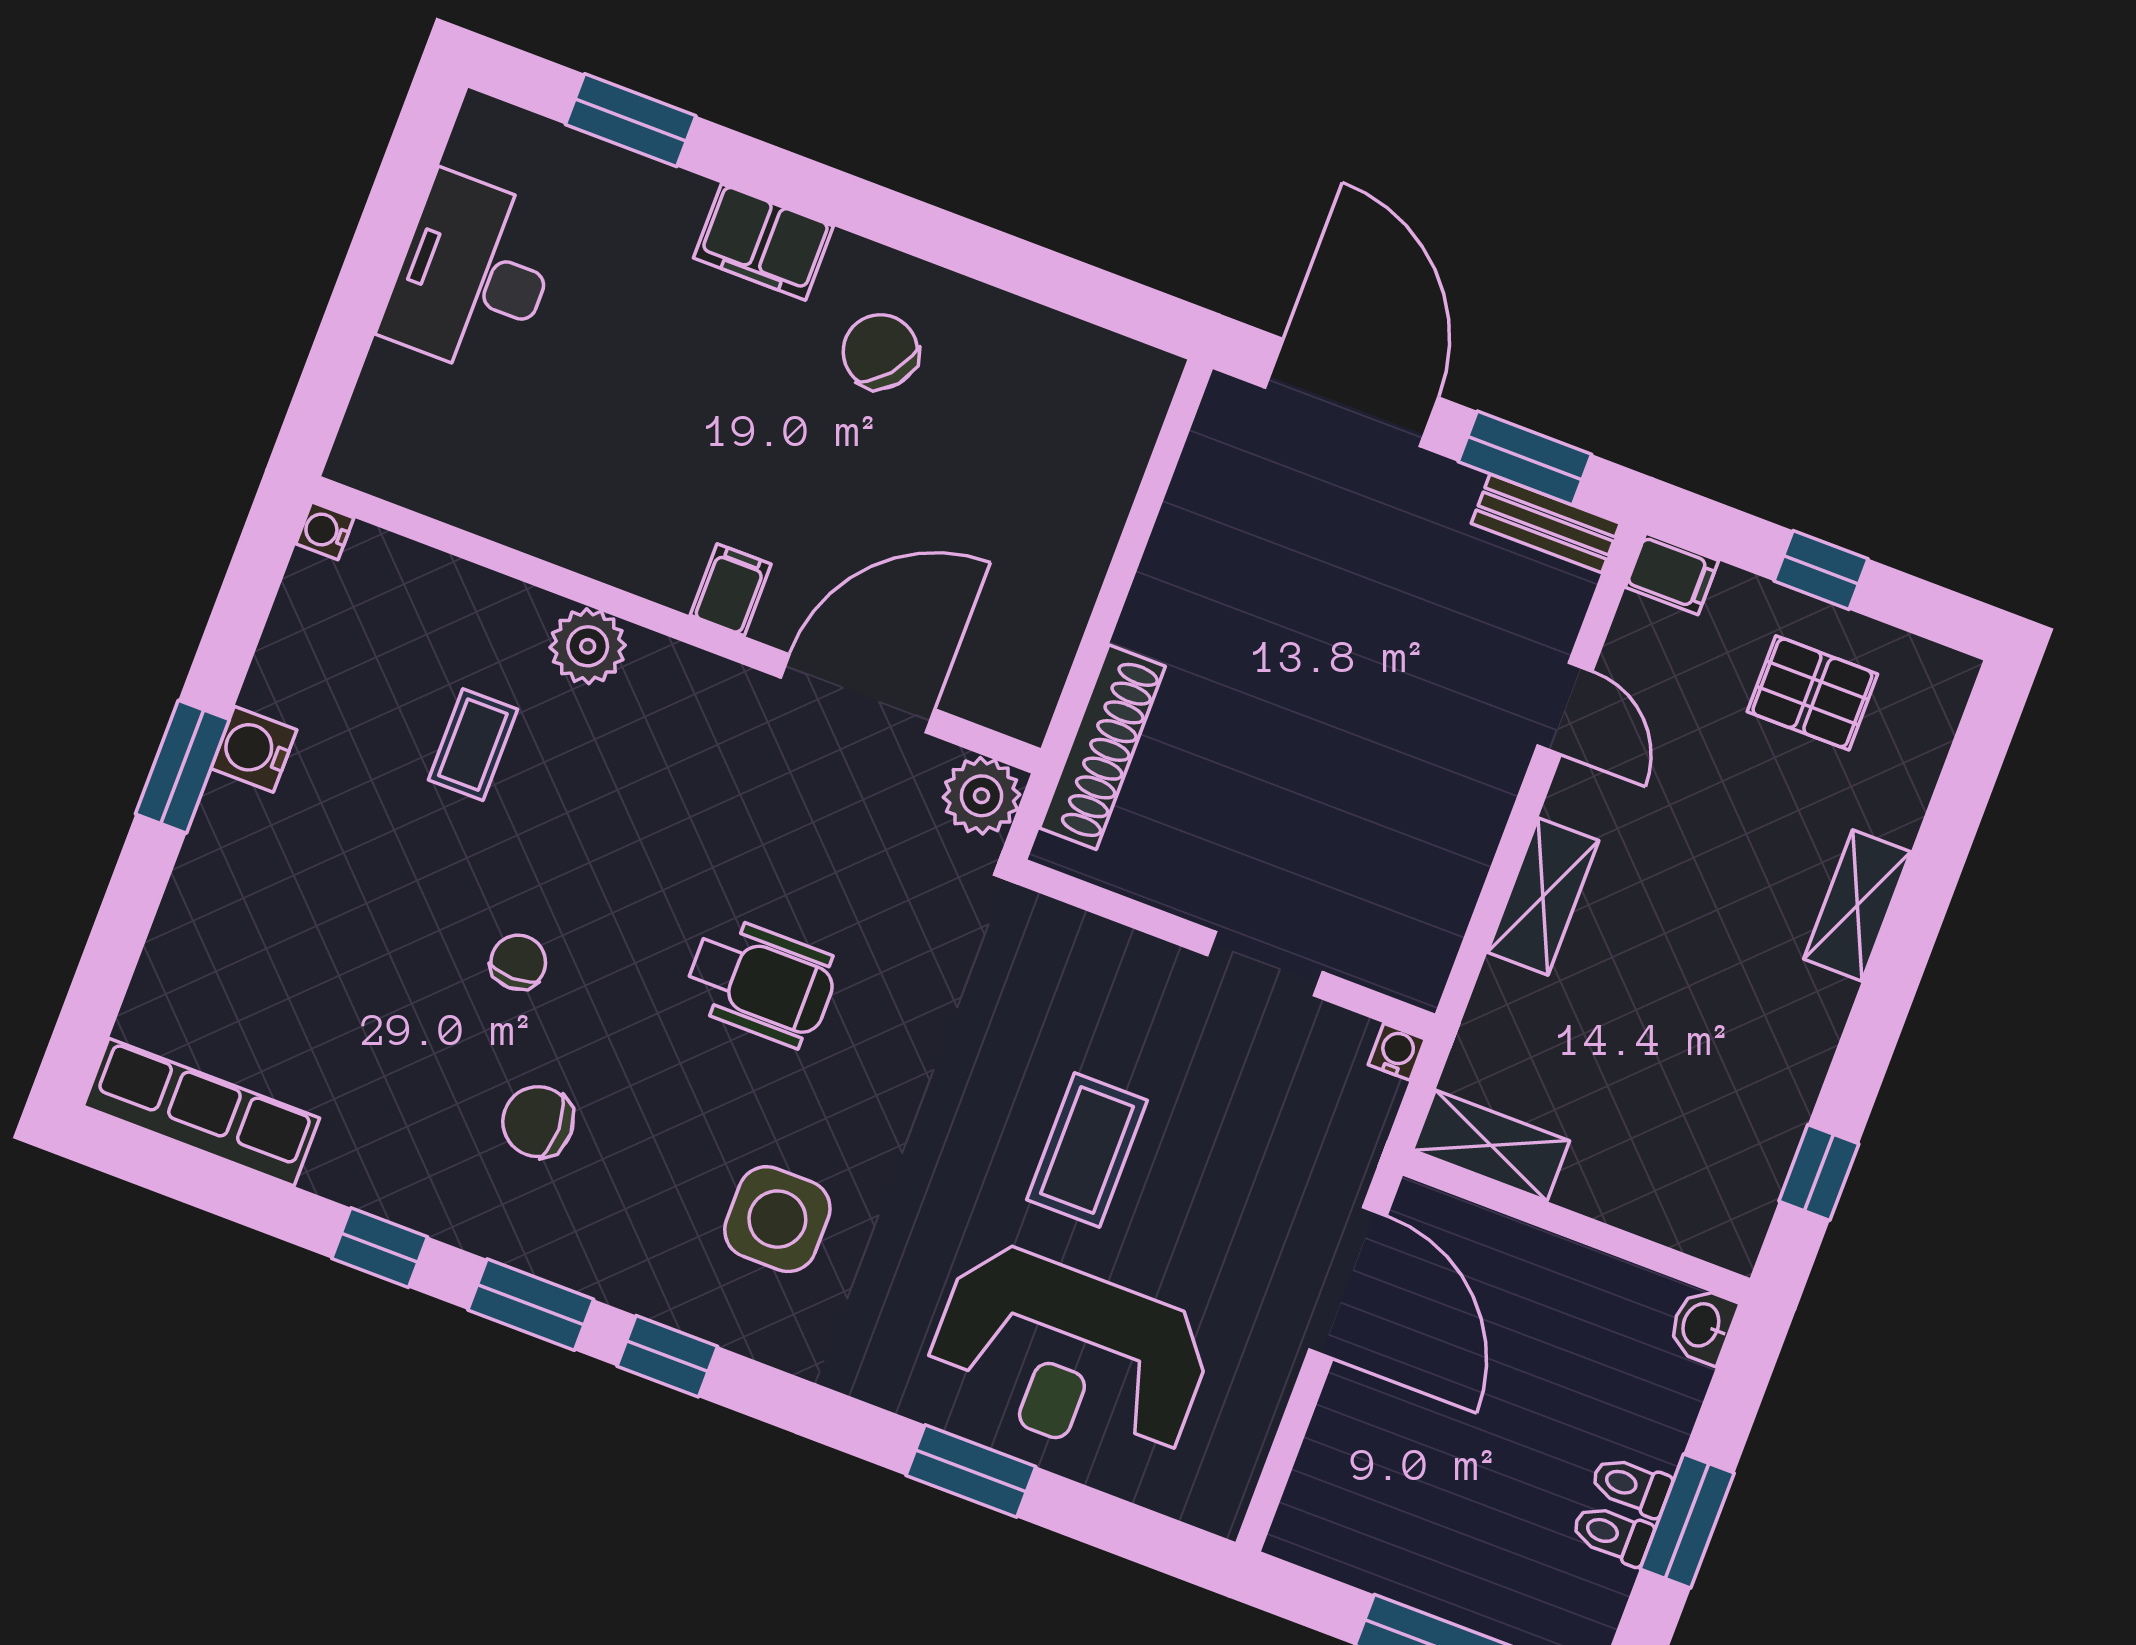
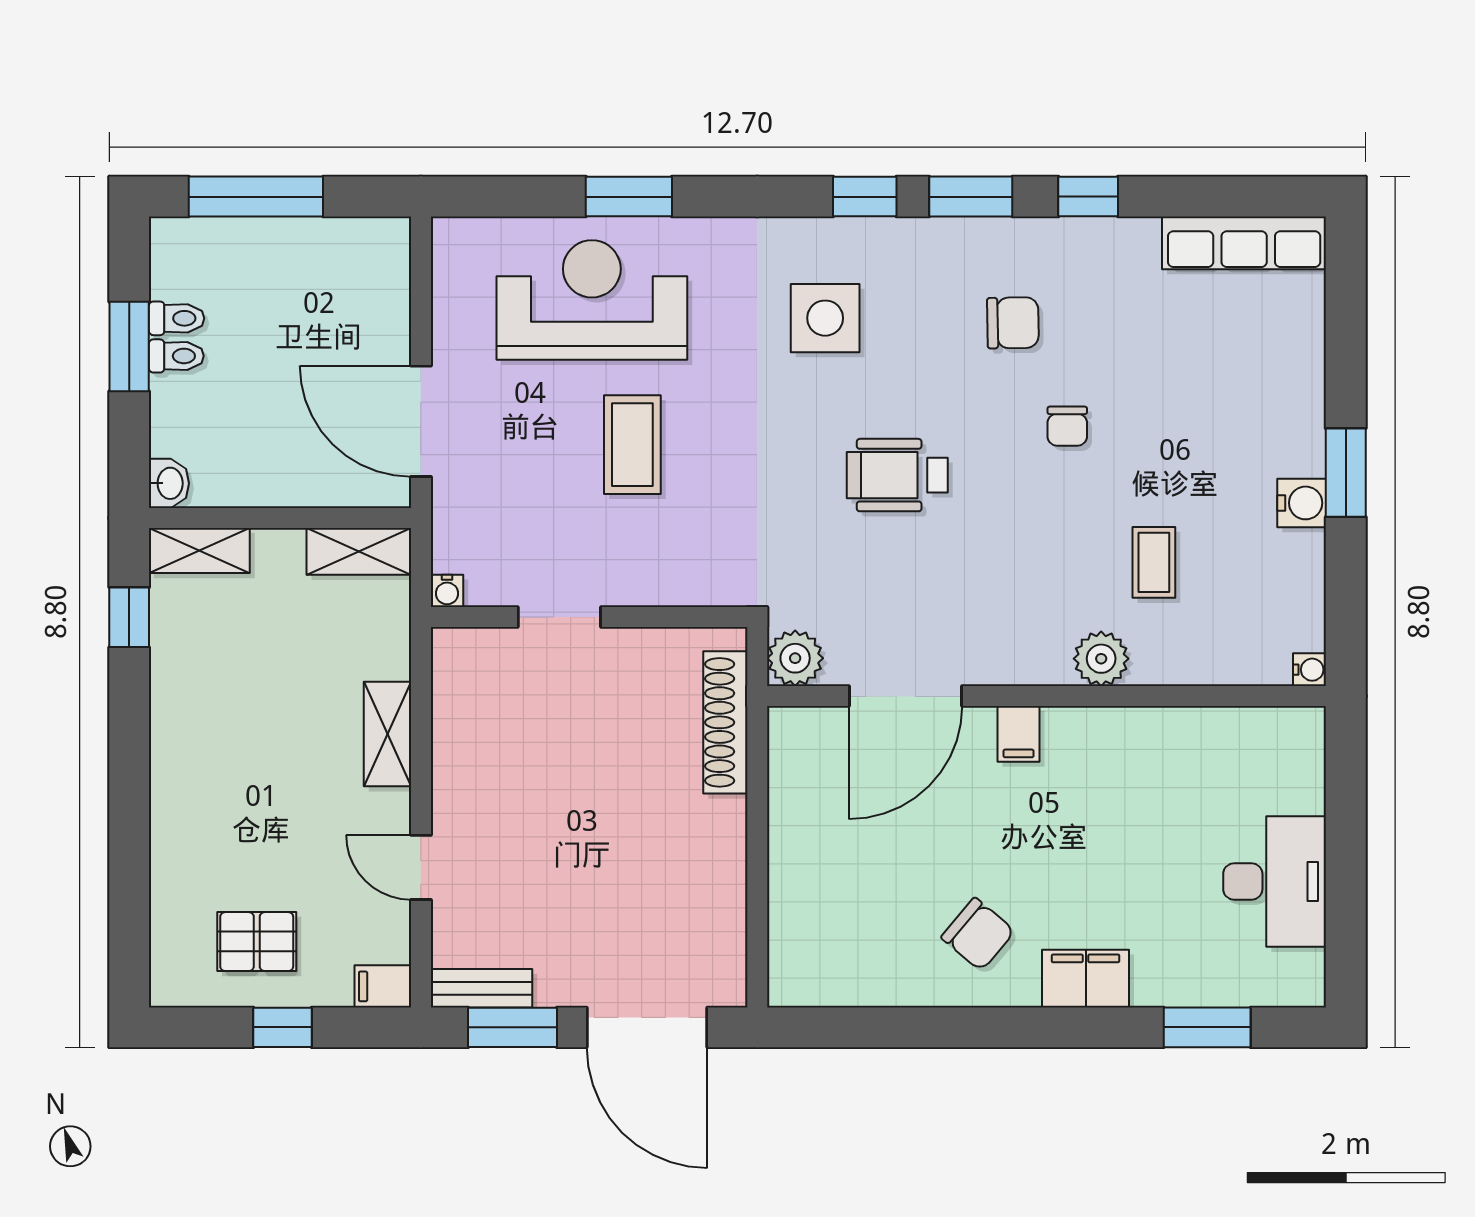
shelving: (1857, 905) -> (199, 551), moved, turned 90

